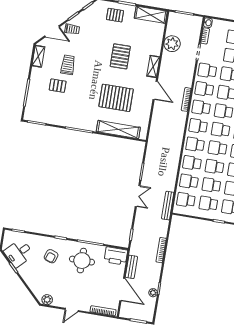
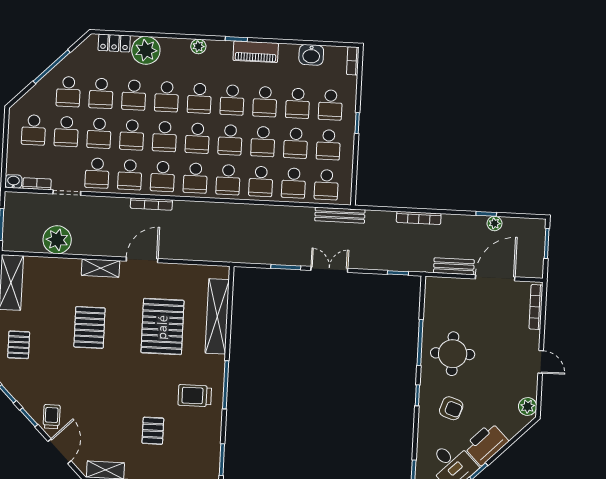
pallet: (120, 56) -> (89, 327), turned 90
trolley: (68, 65) -> (195, 396), moved
printer: (116, 256) -> (486, 444), moved, turned -135

